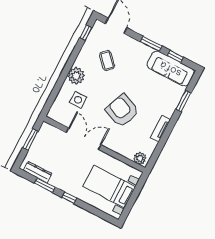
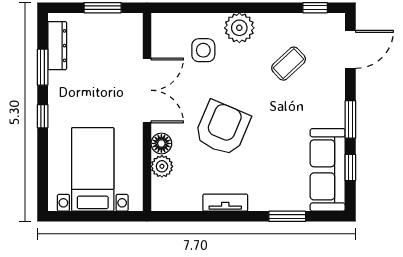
floor lamp: (114, 145) -> (161, 143), added
plant: (140, 158) -> (162, 166), moved

